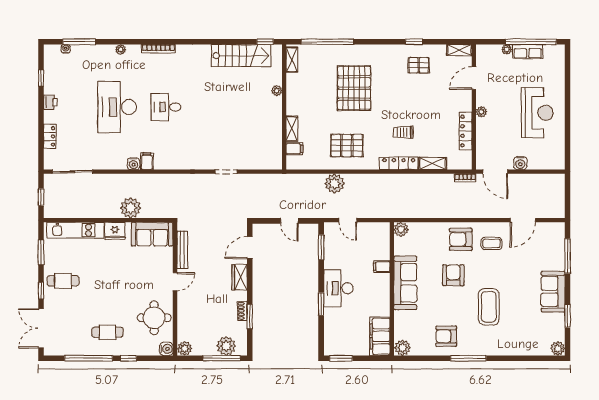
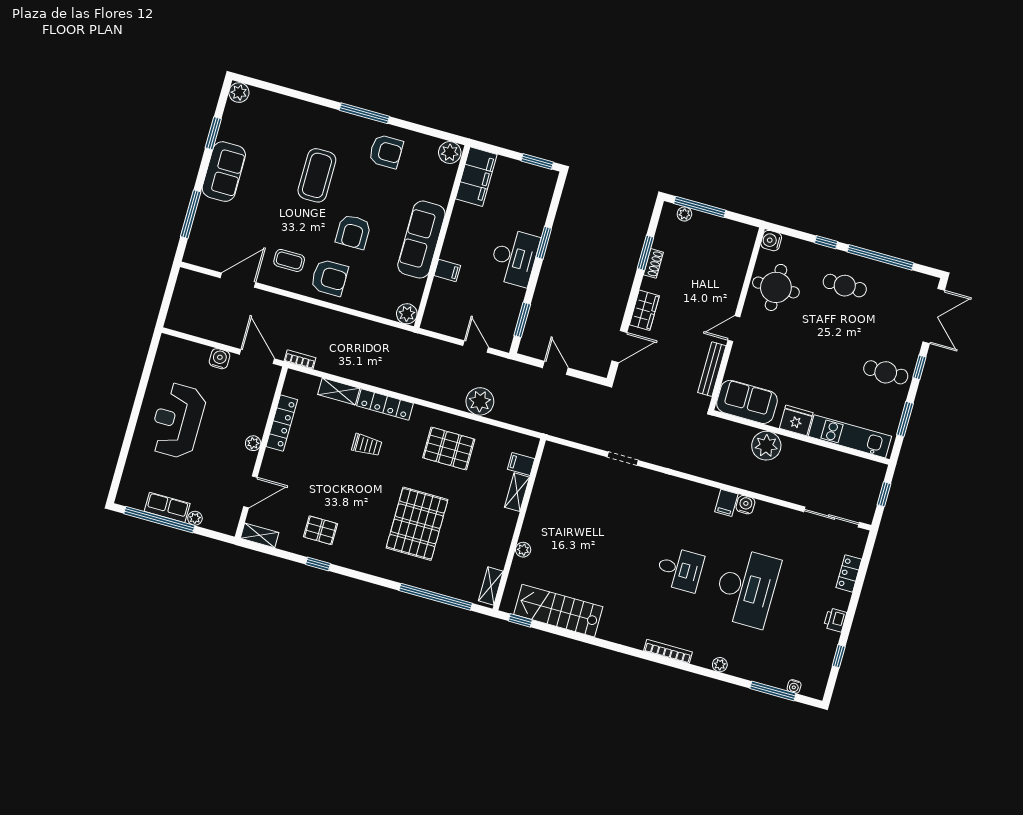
plant: (226, 346) -> (684, 214), width x0.53, depth x0.53
plant: (185, 348) -> (746, 234), removed

